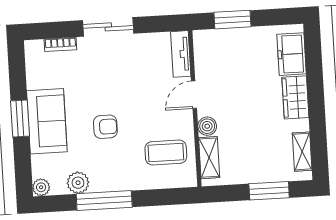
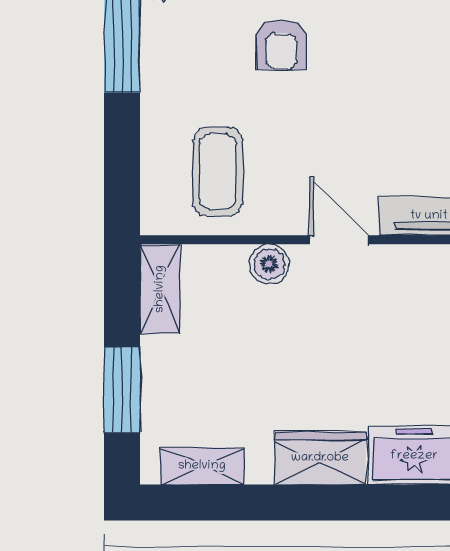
shelving: (209, 158) -> (160, 289), moved, turned 90

